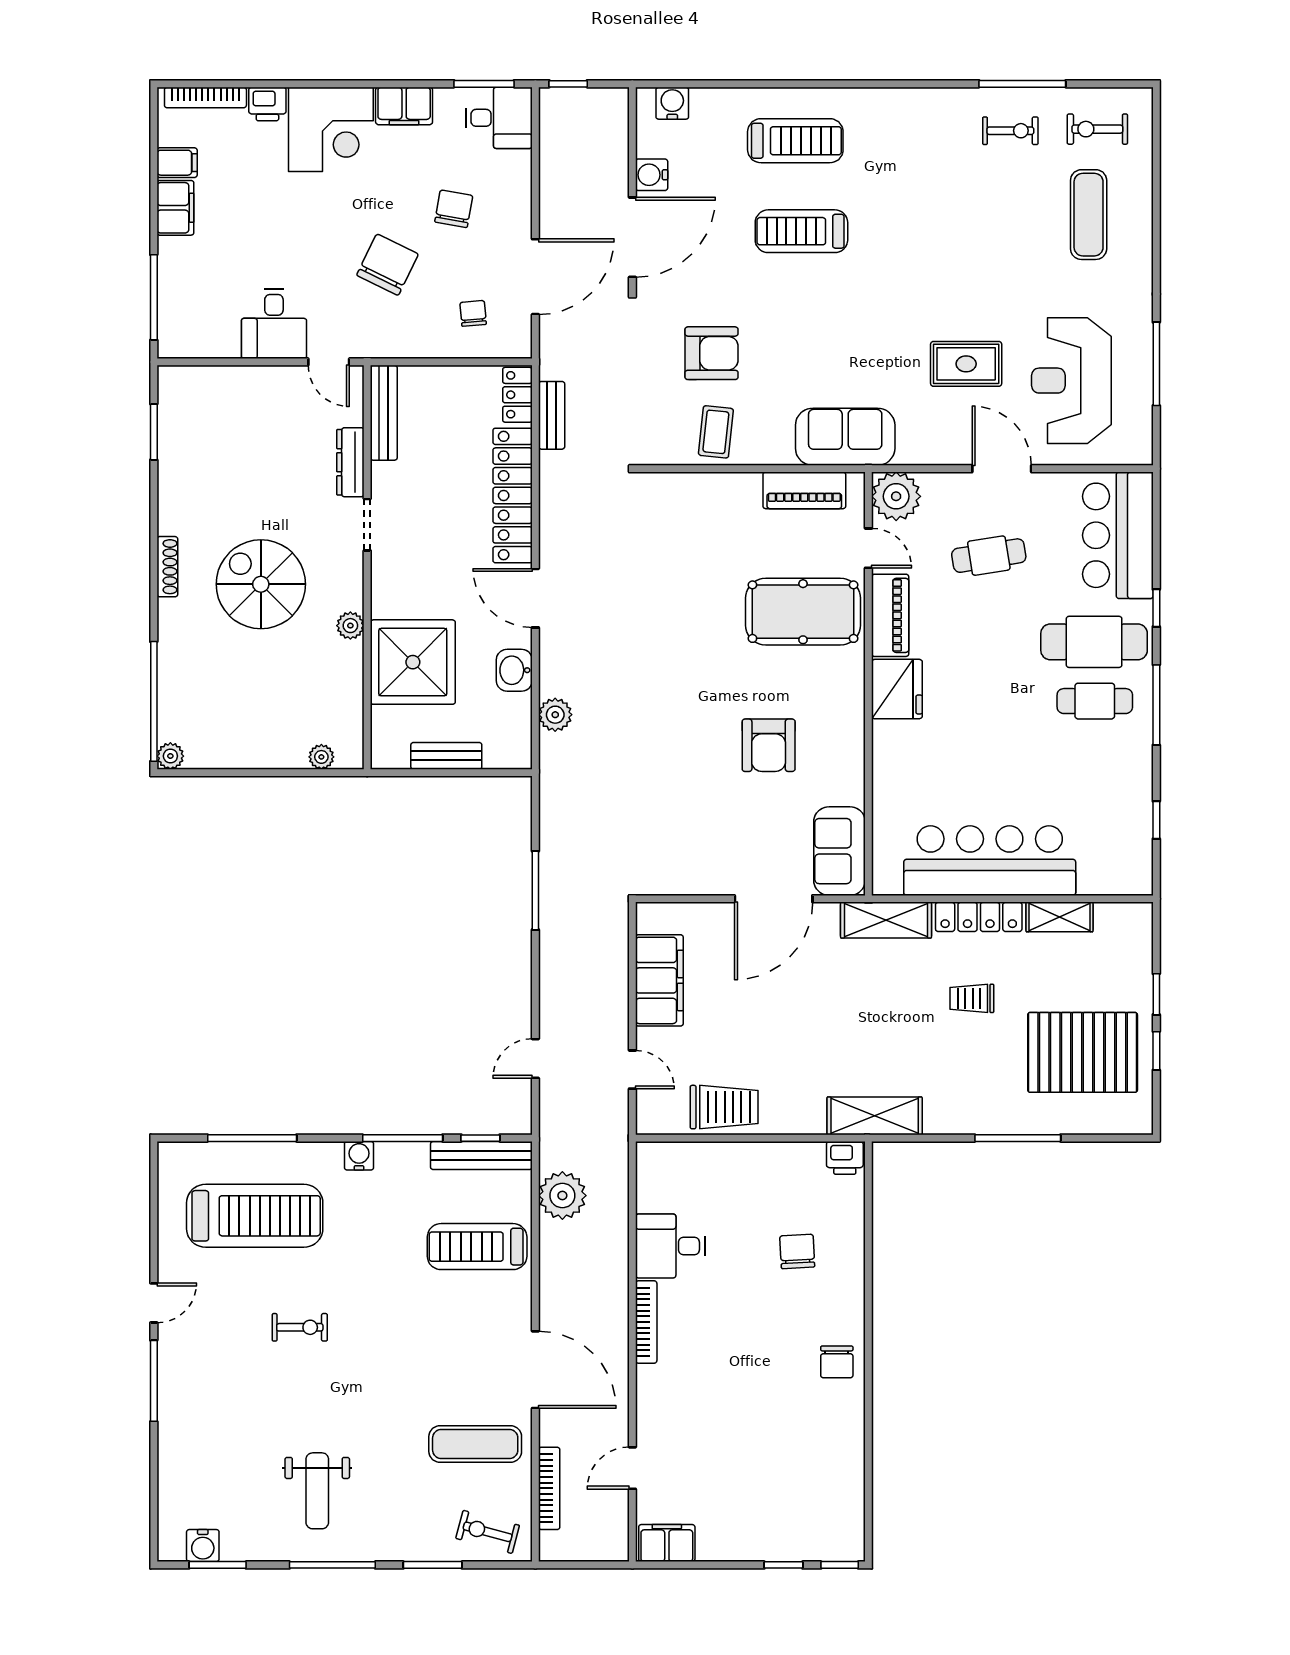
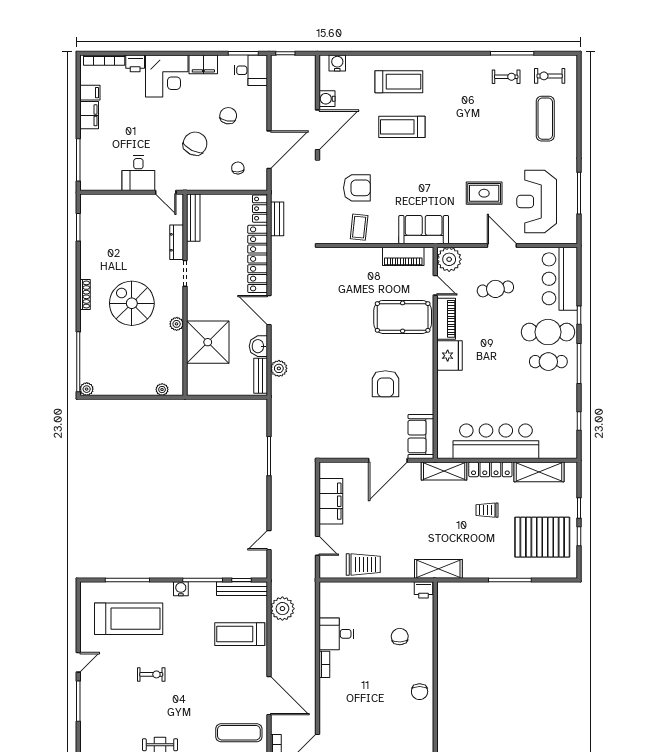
bench: (446, 756) -> (261, 376), moved, turned 90
shelving: (1059, 917) -> (539, 472), width x1.50, depth x1.33
bookcase: (646, 1322) -> (324, 664), width x0.64

